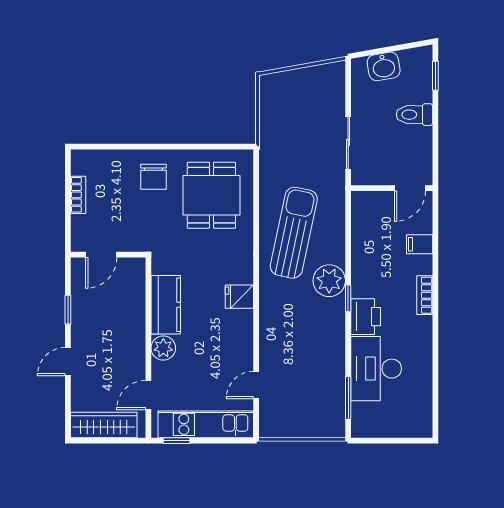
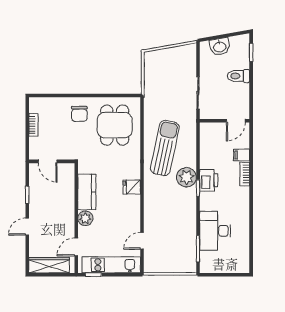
door: (101, 255) -> (48, 161), hinge flipped
bookcase: (425, 295) -> (245, 174), moved
printer: (366, 317) -> (209, 180), moved

